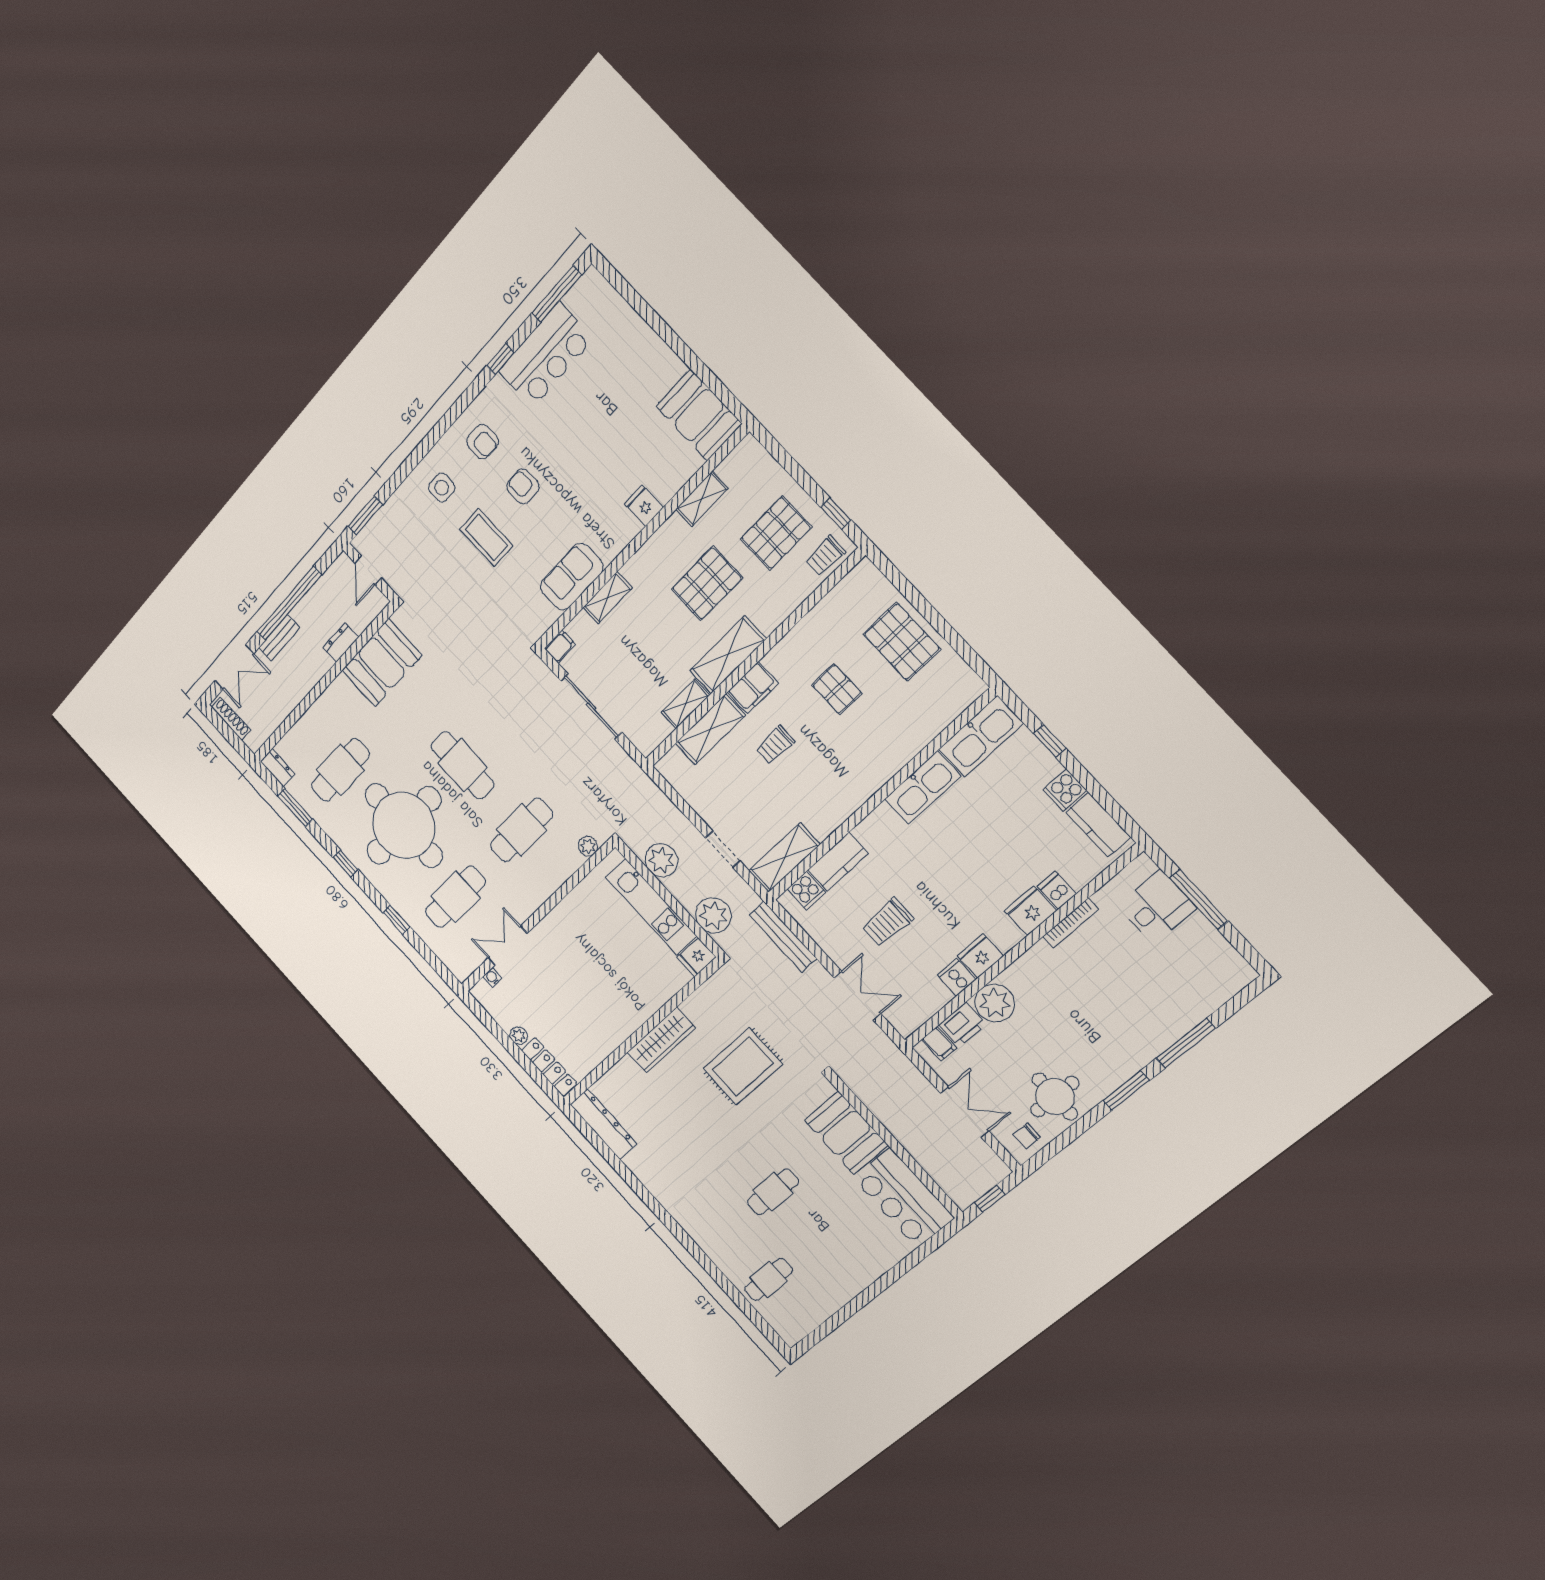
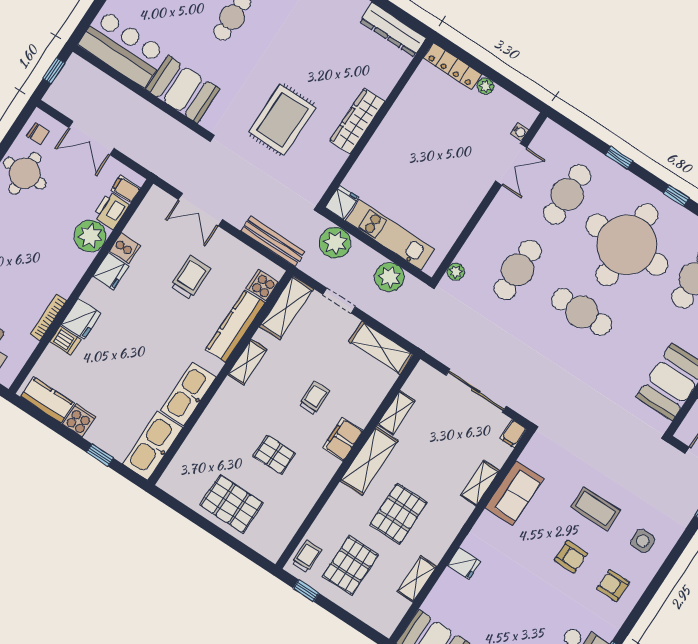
shelving: (710, 729) -> (381, 348), moved, turned 90
shelving: (844, 807) -> (247, 362), added
kitchen counter: (838, 862) -> (235, 326), width x1.50
chair: (1027, 1136) -> (38, 134), turned 90

